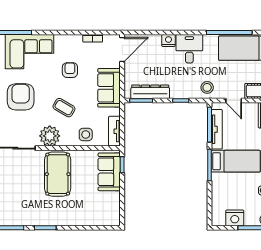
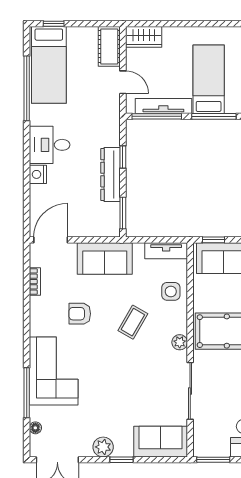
door: (122, 50) -> (51, 240), hinge flipped
stool: (207, 87) -> (104, 120), removed
dresser: (150, 92) -> (110, 175), moved
armchair: (21, 97) -> (118, 383), removed
door: (234, 101) -> (123, 82), hinge flipped
plant: (50, 136) -> (180, 342), width x0.53, depth x0.53

